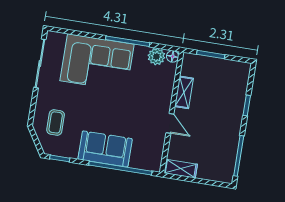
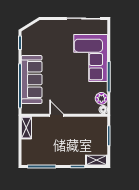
shelving: (184, 92) -> (97, 160), moved
coffee table: (56, 122) -> (44, 36), removed
door: (170, 123) -> (57, 115), swing flipped
sofa: (105, 149) -> (32, 79), width x1.36

